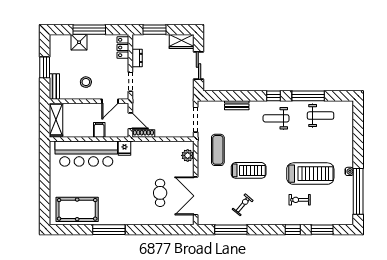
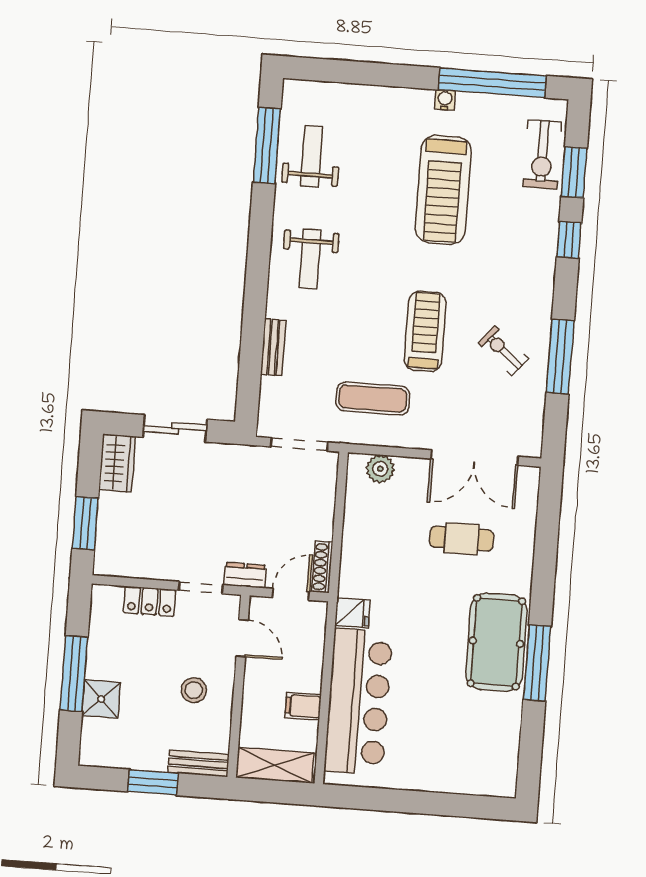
locker: (123, 48) -> (150, 601), moved
dresser: (137, 58) -> (245, 575), moved
window: (274, 96) -> (258, 261), removed
window: (308, 96) -> (267, 145), moved
filing cabinet: (99, 130) -> (303, 706), moved
treadmill: (310, 174) -> (443, 190), turned 180
exercise bike: (300, 200) -> (542, 154), moved, width x1.38, depth x1.39
pool table: (77, 209) -> (496, 642), moved
window: (231, 230) -> (560, 357), moved

